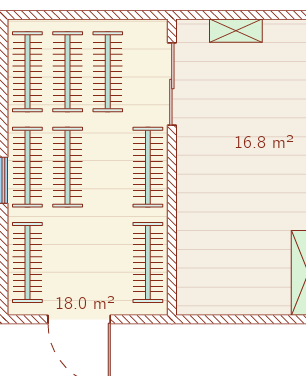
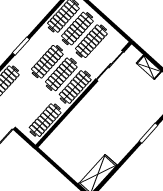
clothes rail: (27, 167) -> (61, 74), moved

